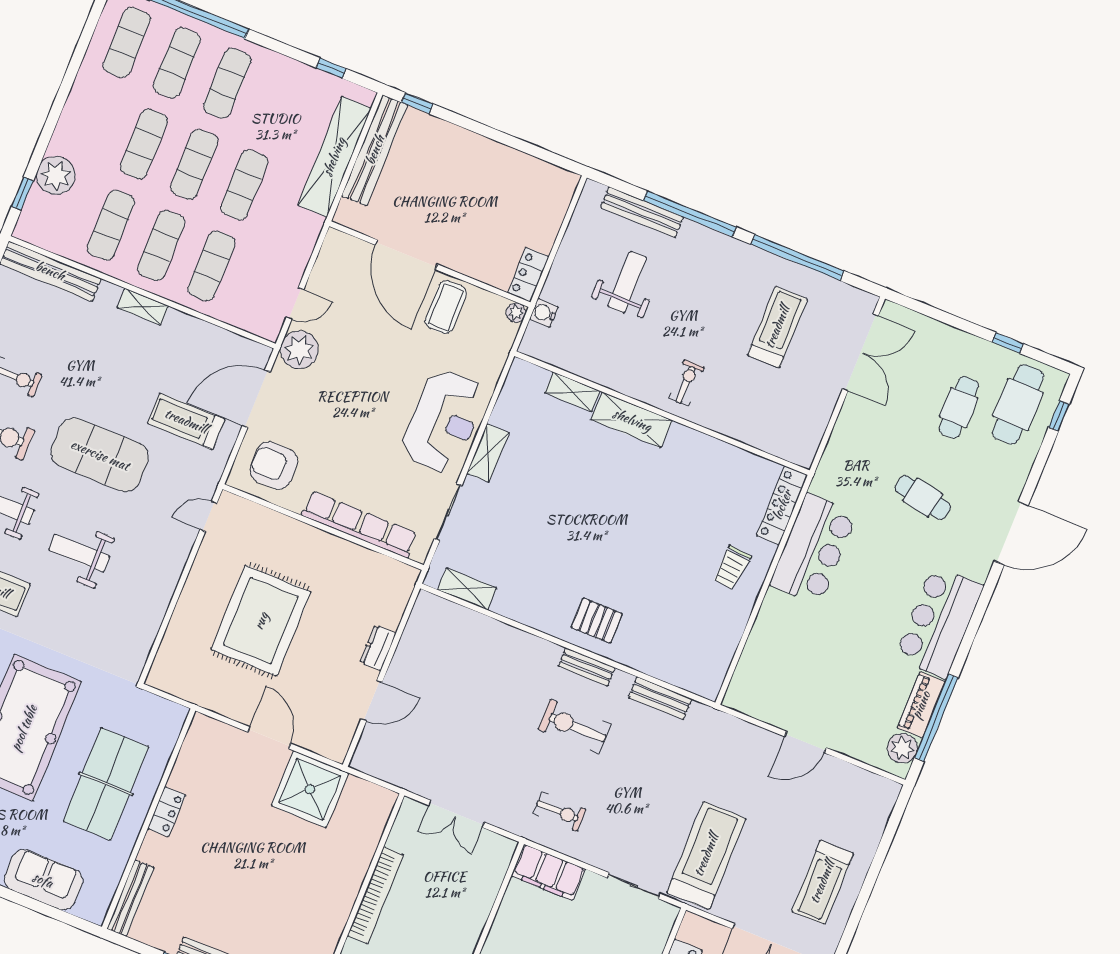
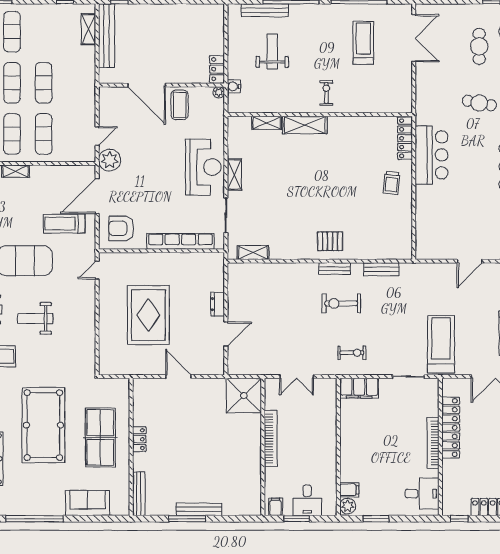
shelving: (334, 157) -> (89, 29), width x0.45, depth x0.75
shower: (310, 789) -> (244, 396), moved

